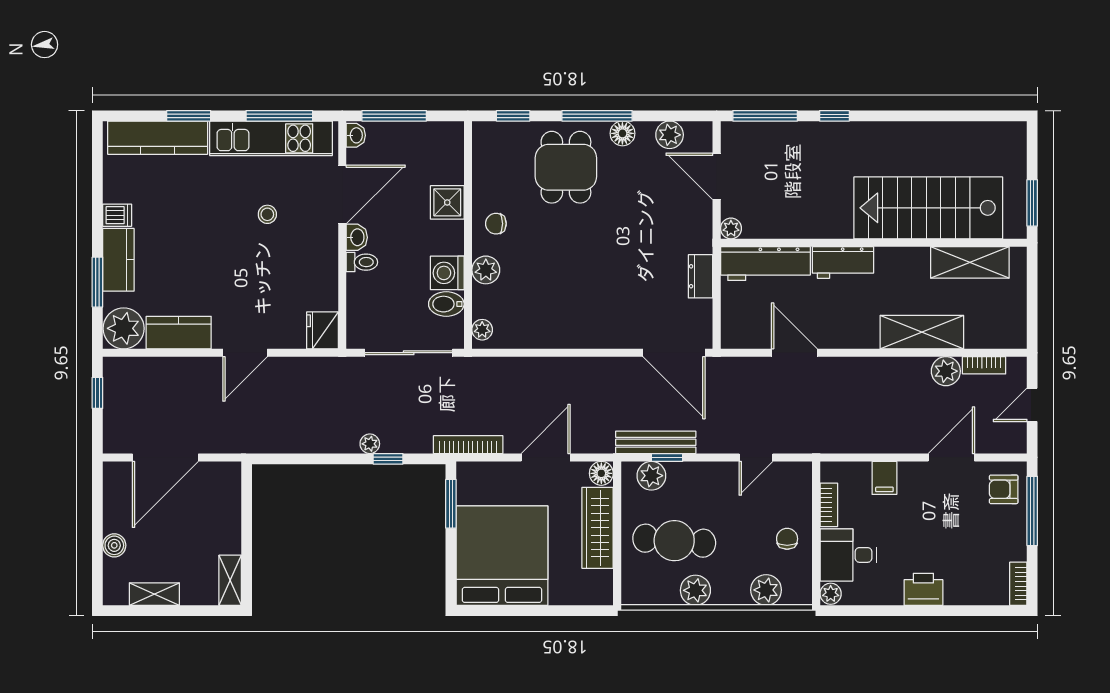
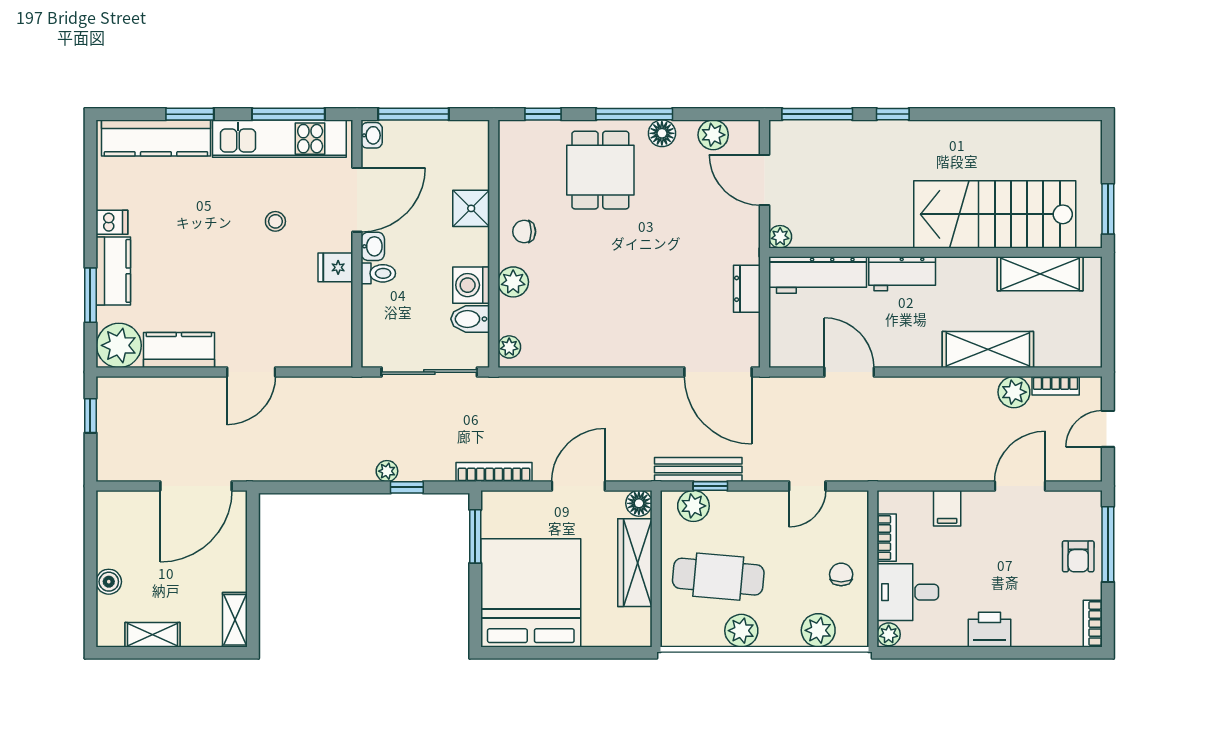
fridge: (322, 330) -> (335, 267), moved, width x0.72
door: (165, 457) -> (196, 486), moved
armchair: (1004, 489) -> (1078, 556), moved, turned -90

